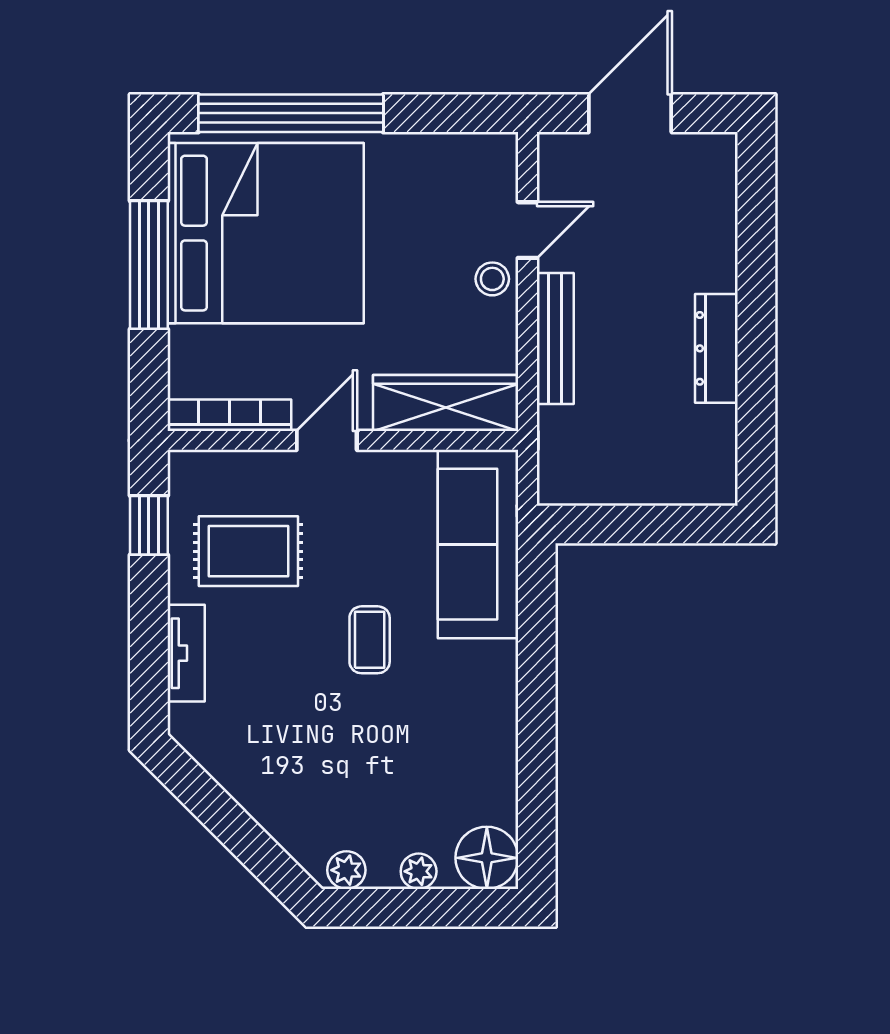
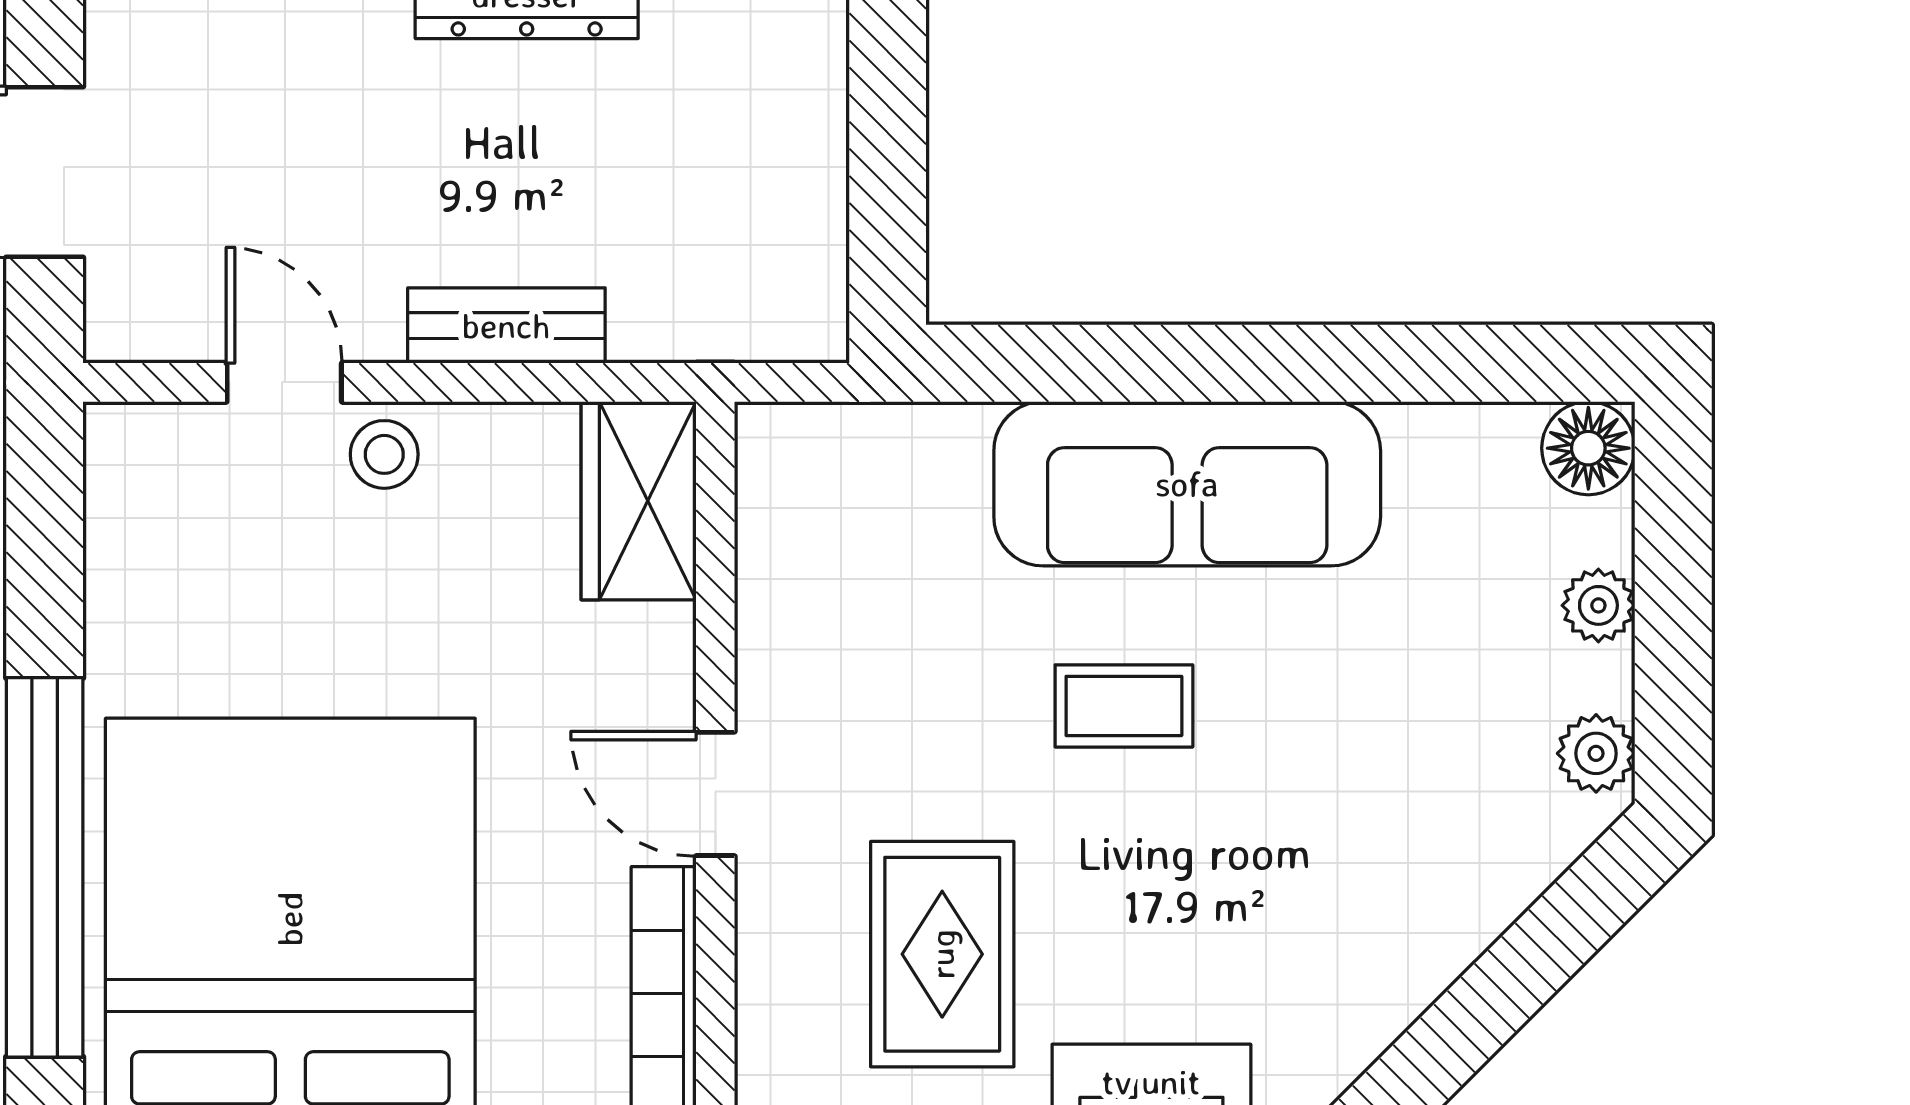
bench: (555, 339) -> (506, 326), width x0.73
wardrobe: (446, 403) -> (639, 501), width x0.67
sofa: (478, 544) -> (1187, 484), moved
floor lamp: (487, 858) -> (1588, 448), width x0.73, depth x0.73

